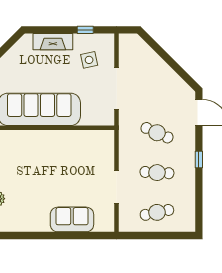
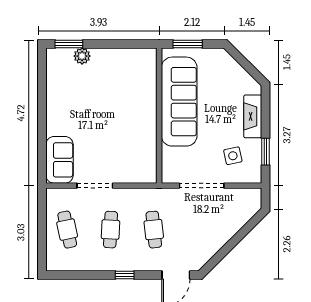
window: (85, 30) -> (265, 152), width x1.50
cafe table: (157, 133) -> (154, 230), turned -30
sofa: (72, 219) -> (59, 160), moved

